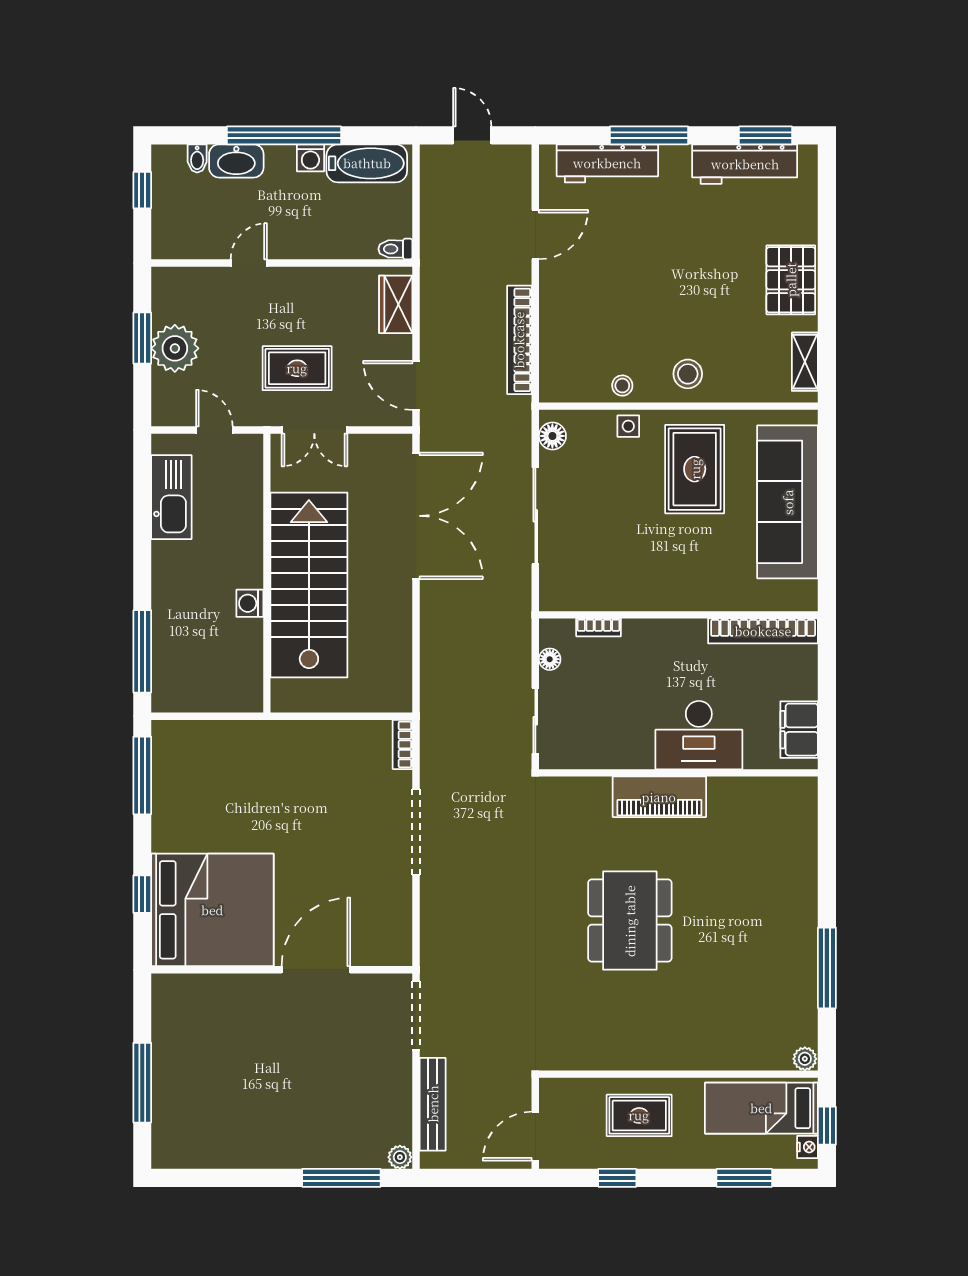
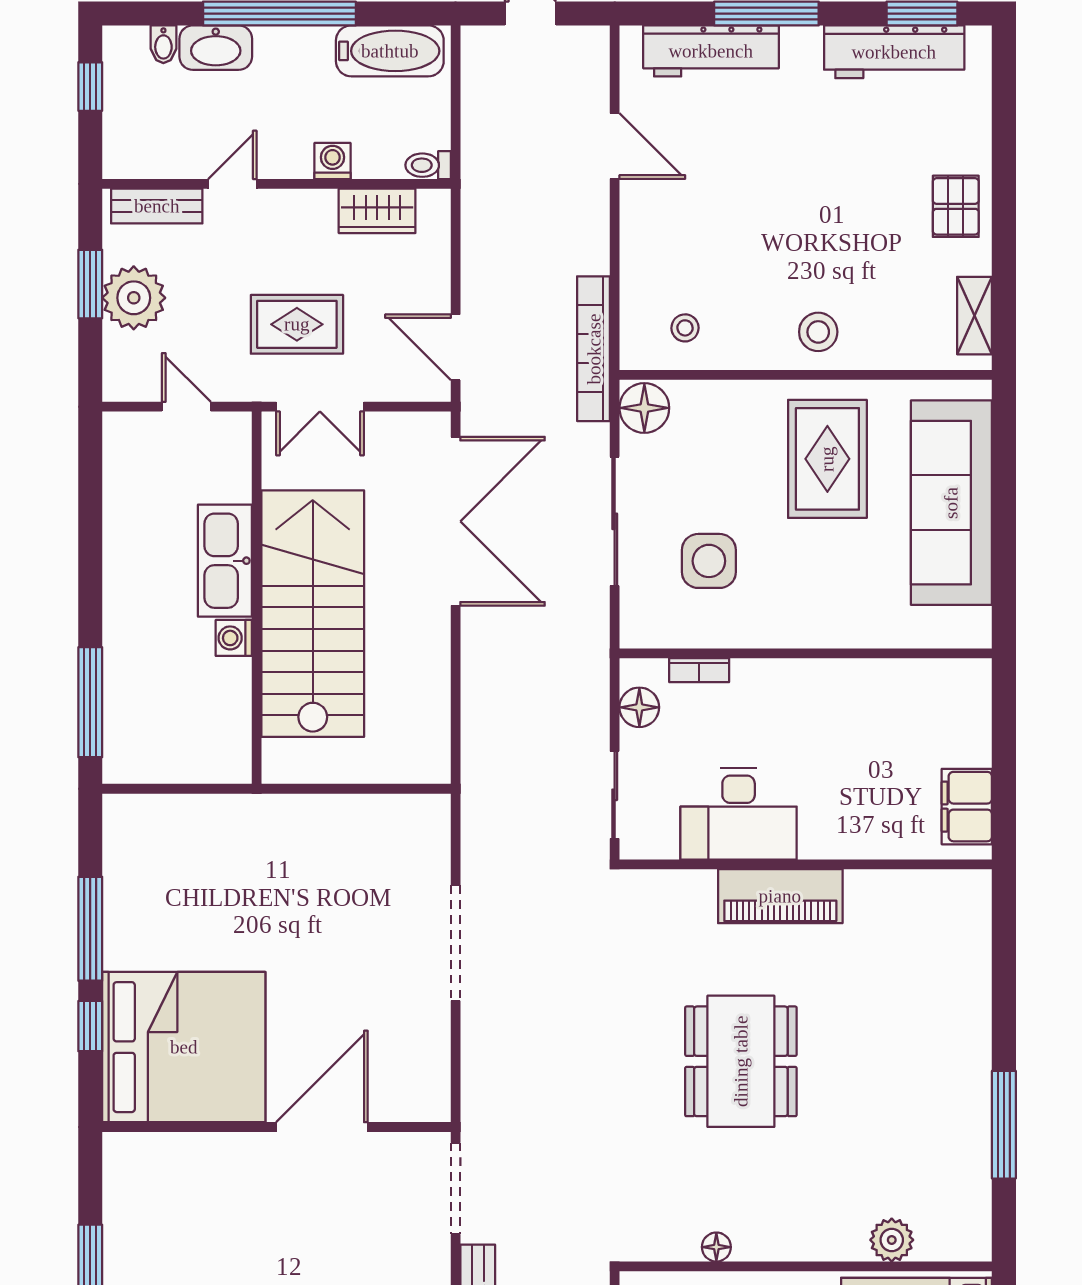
washing machine: (310, 158) -> (332, 161), moved, turned 180
door: (535, 235) -> (615, 146), hinge flipped
bench: (192, 280) -> (157, 206), added
pallet: (791, 280) -> (956, 206), width x0.67, depth x0.71
wardrobe: (396, 304) -> (377, 211), moved, turned -90
bookcase: (519, 340) -> (594, 349), moved
stool: (622, 386) -> (685, 328), moved
side table: (628, 426) -> (709, 561), moved, width x1.87, depth x1.87
floor lamp: (552, 436) -> (644, 408), width x1.38, depth x1.38
kitchen sink: (171, 497) -> (225, 561), moved, turned 180
bookcase: (763, 631) -> (919, 675), removed
floor lamp: (550, 659) -> (639, 707), width x1.37, depth x1.37
desk: (699, 735) -> (739, 814), moved
bookcase: (403, 744) -> (438, 826), removed
window: (142, 775) -> (90, 929), moved
plant: (805, 1059) -> (892, 1240), moved, width x1.38, depth x1.38
floor lamp: (611, 1060) -> (716, 1247), added

